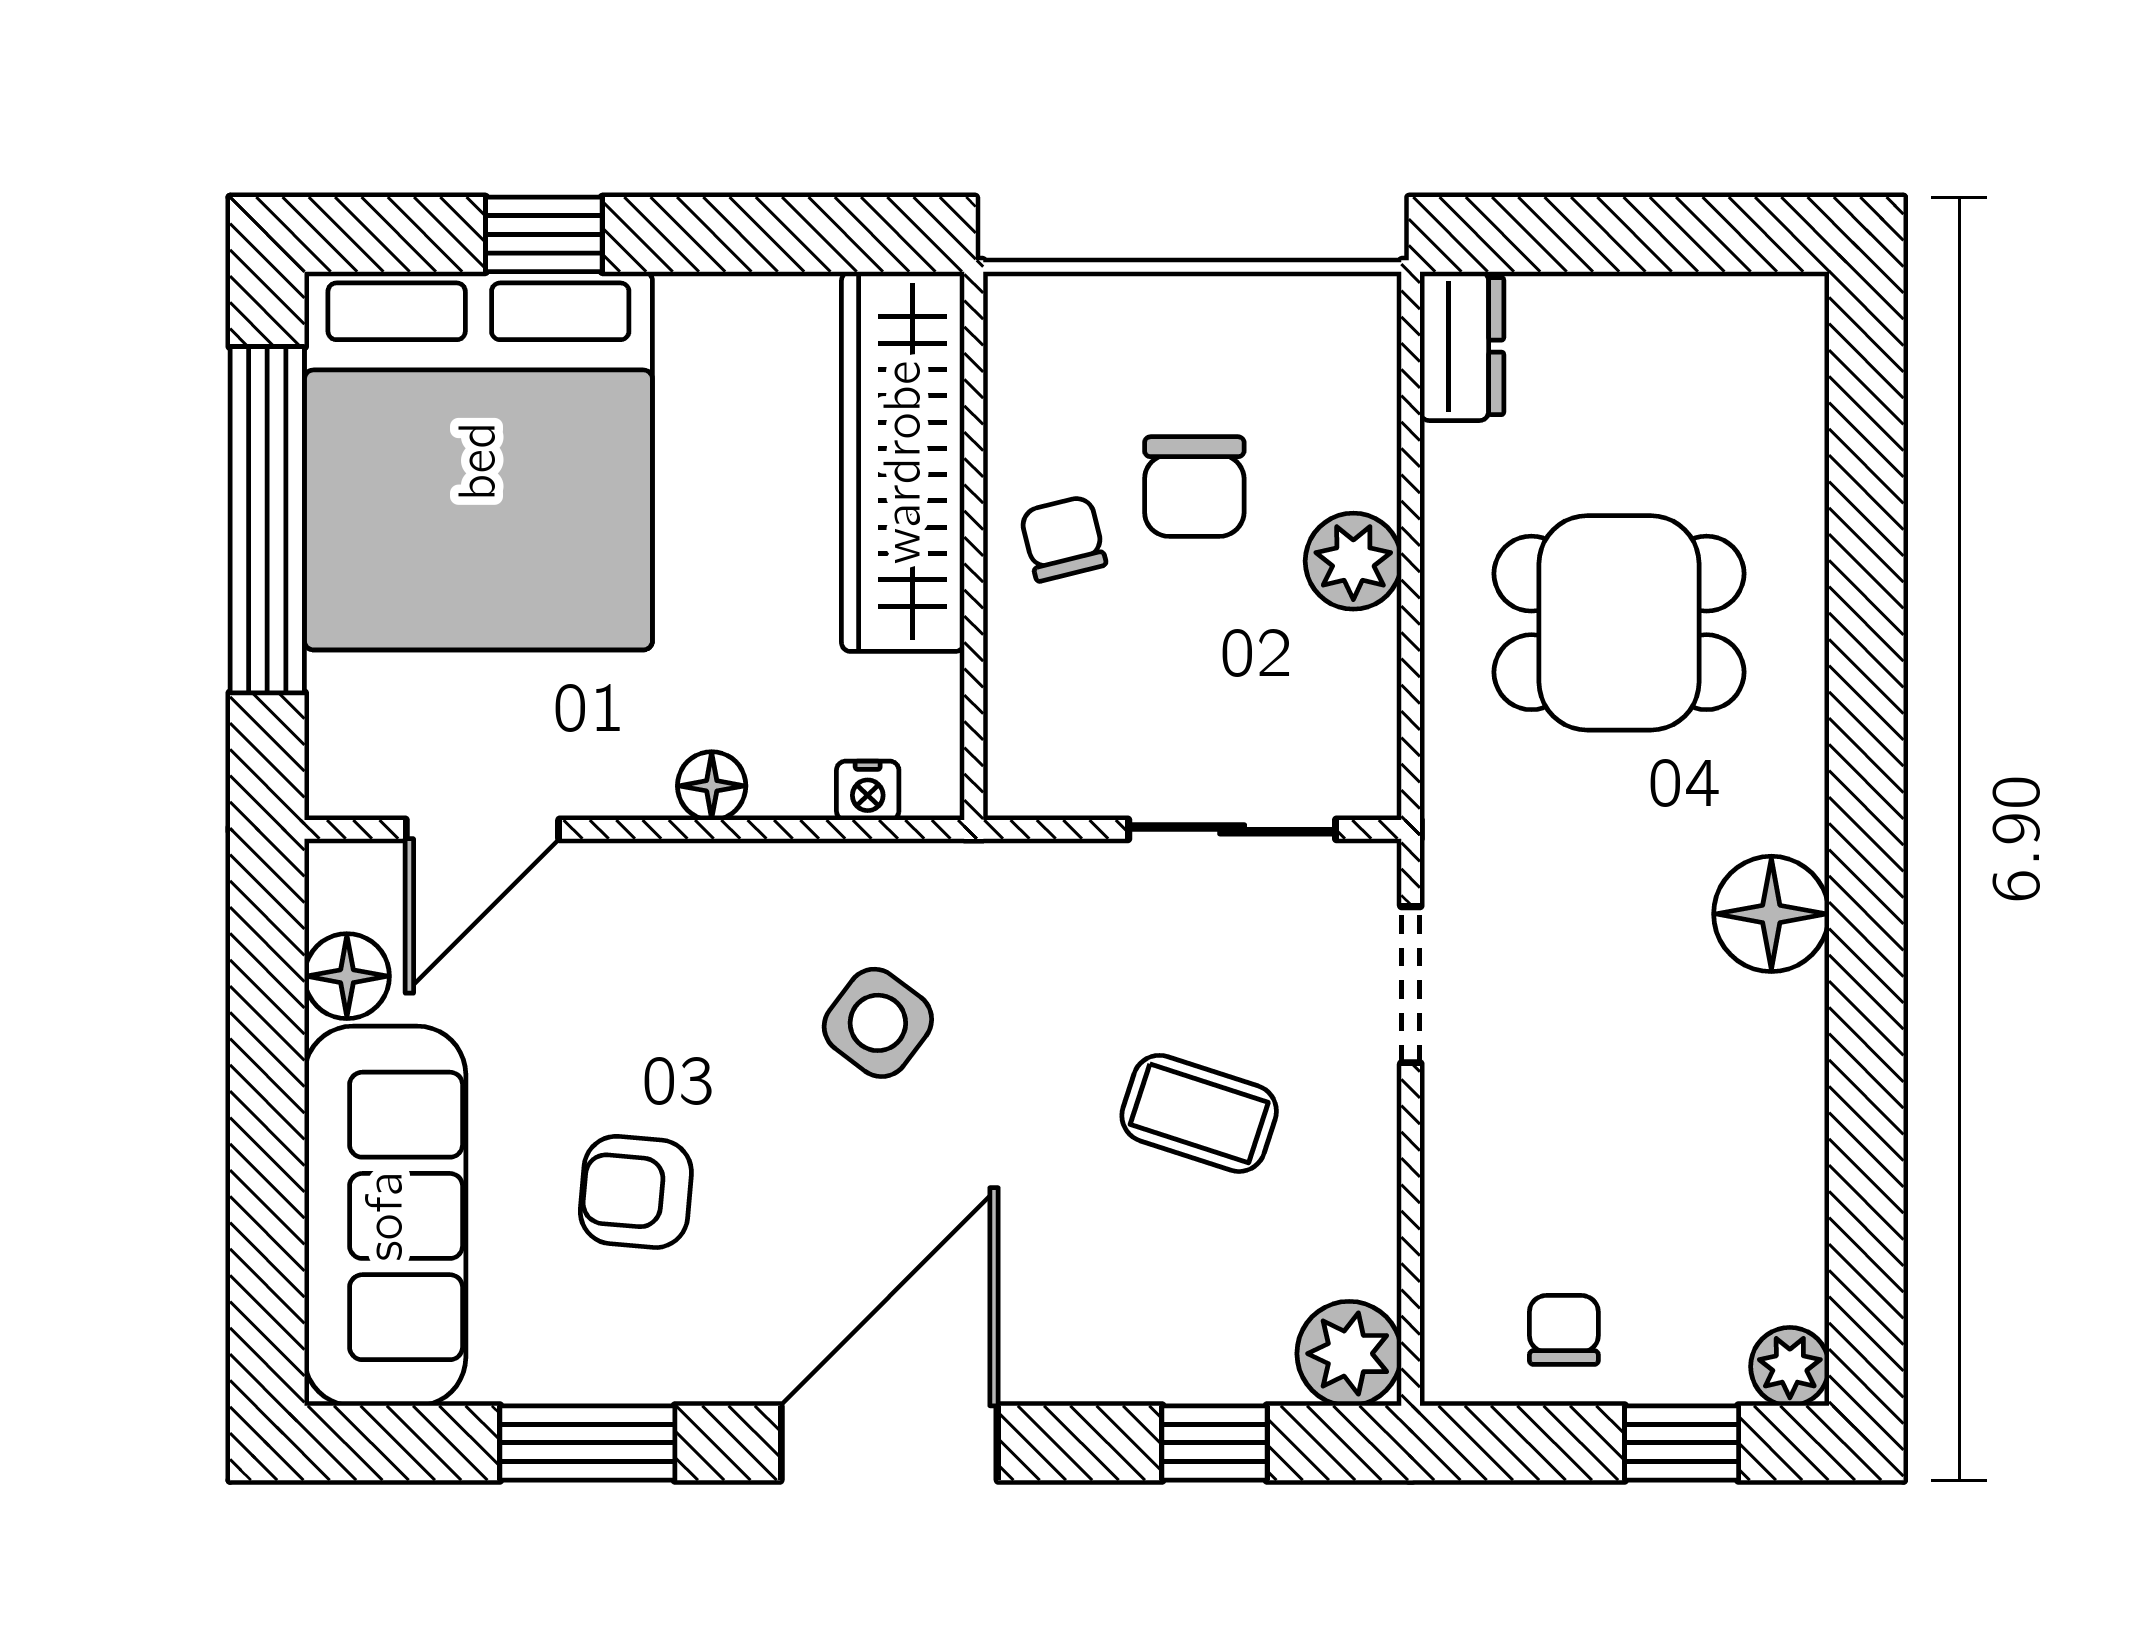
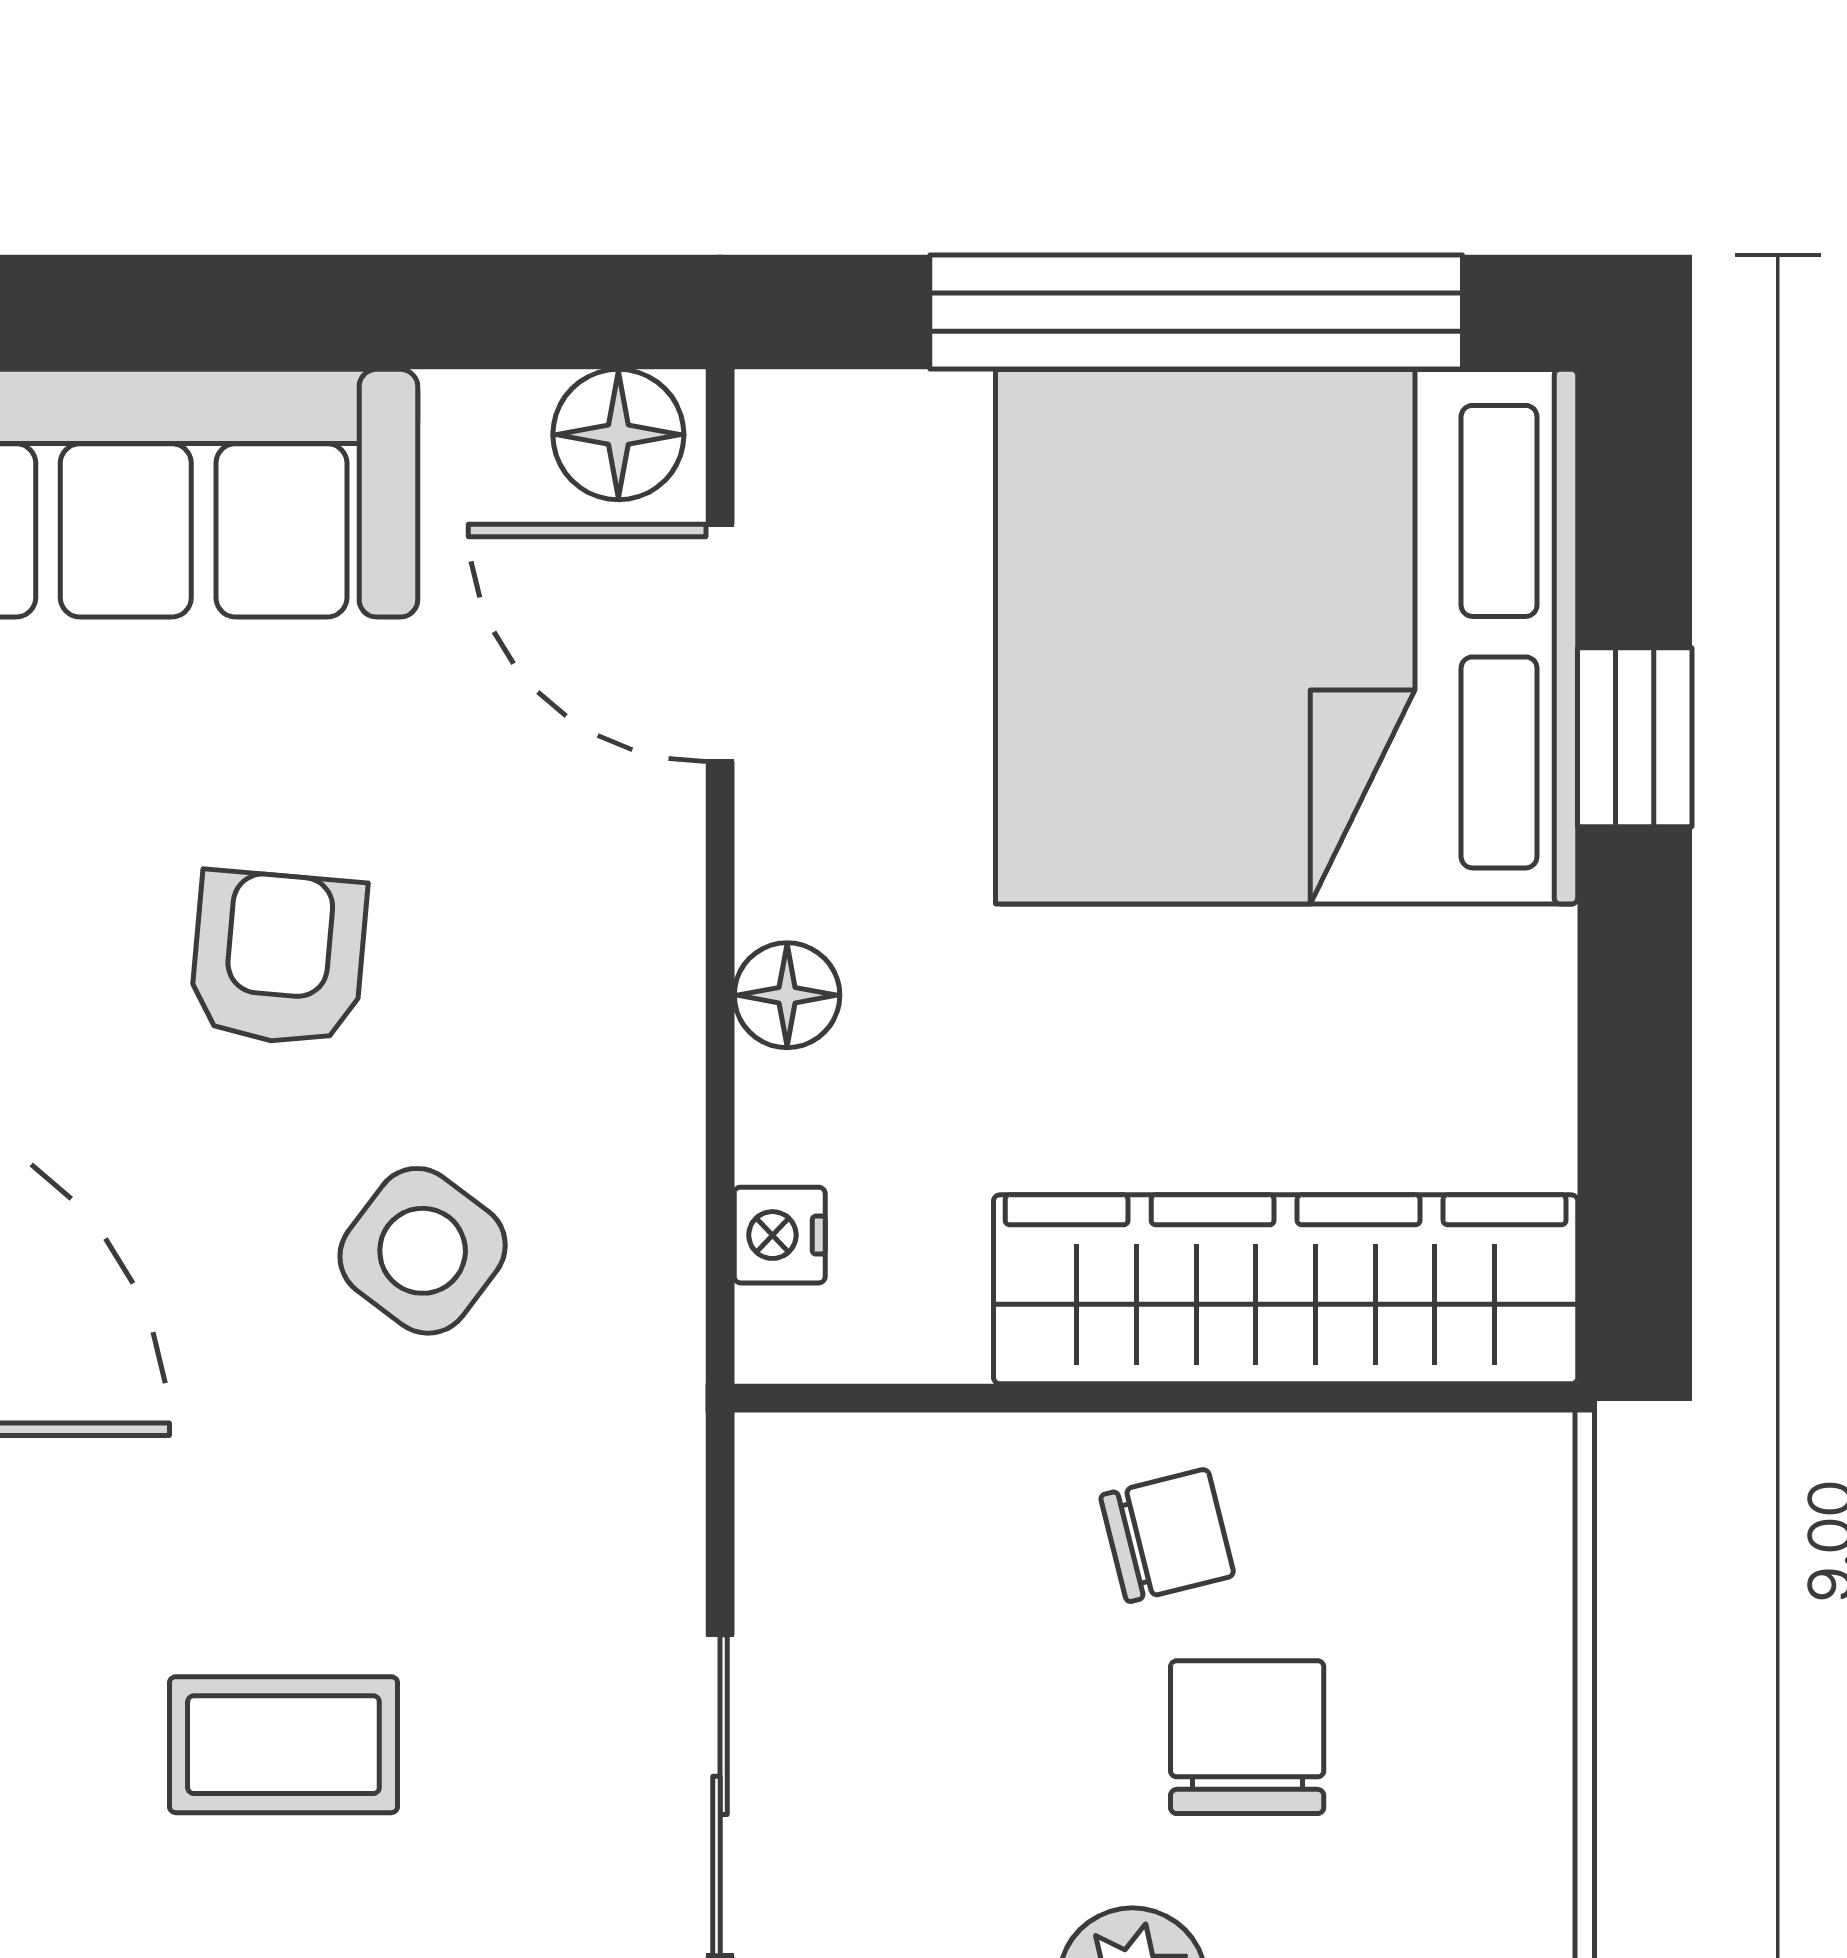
chair: (1194, 487) -> (1247, 1737), turned 90
floor lamp: (347, 976) -> (618, 435), moved
coffee table: (1199, 1113) -> (283, 1745), turned 72
armchair: (636, 1192) -> (278, 958), moved

